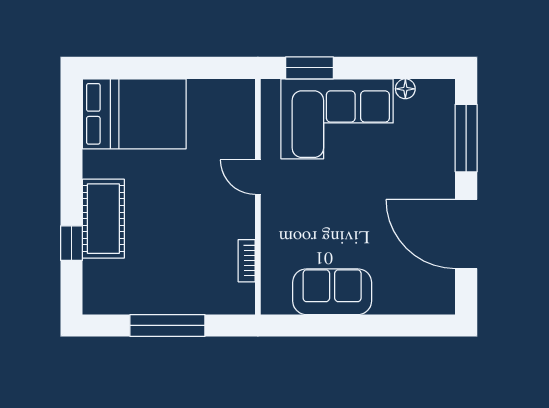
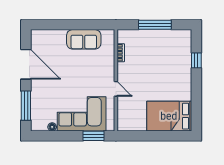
cot: (103, 219) -> (183, 71), removed

